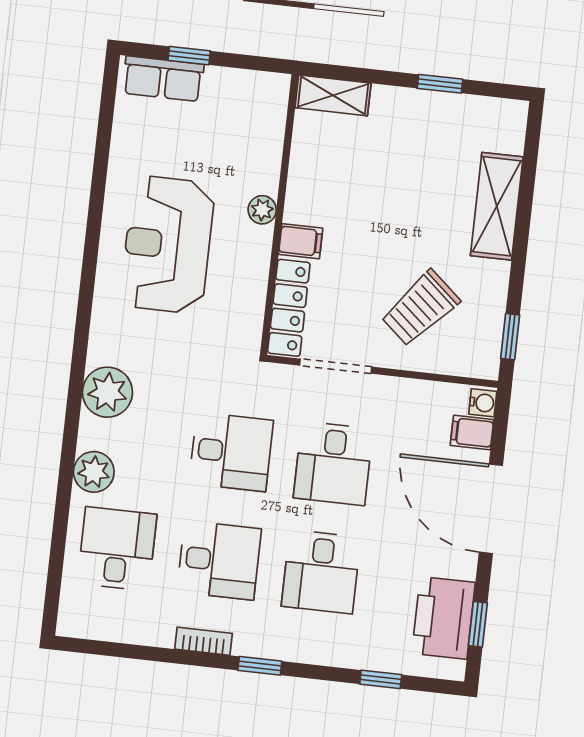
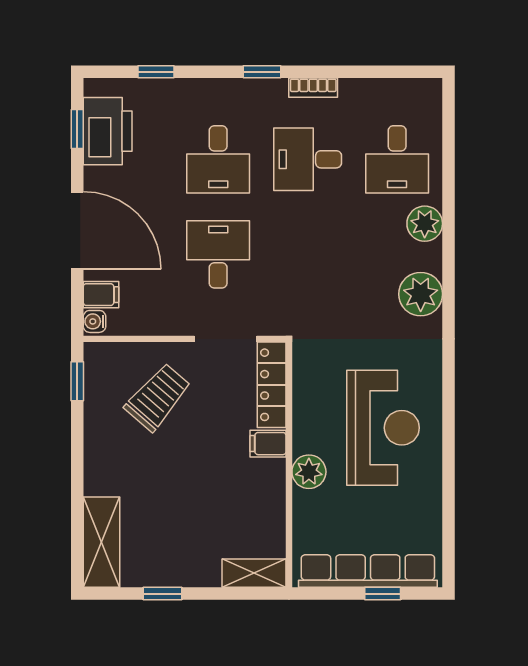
row of seats: (163, 79) -> (368, 571), width x2.02
shelving: (497, 206) -> (101, 542), moved
plant: (262, 210) -> (309, 472), width x1.38, depth x1.38
desk: (231, 452) -> (308, 254), removed
desk: (321, 572) -> (218, 159), turned 180

